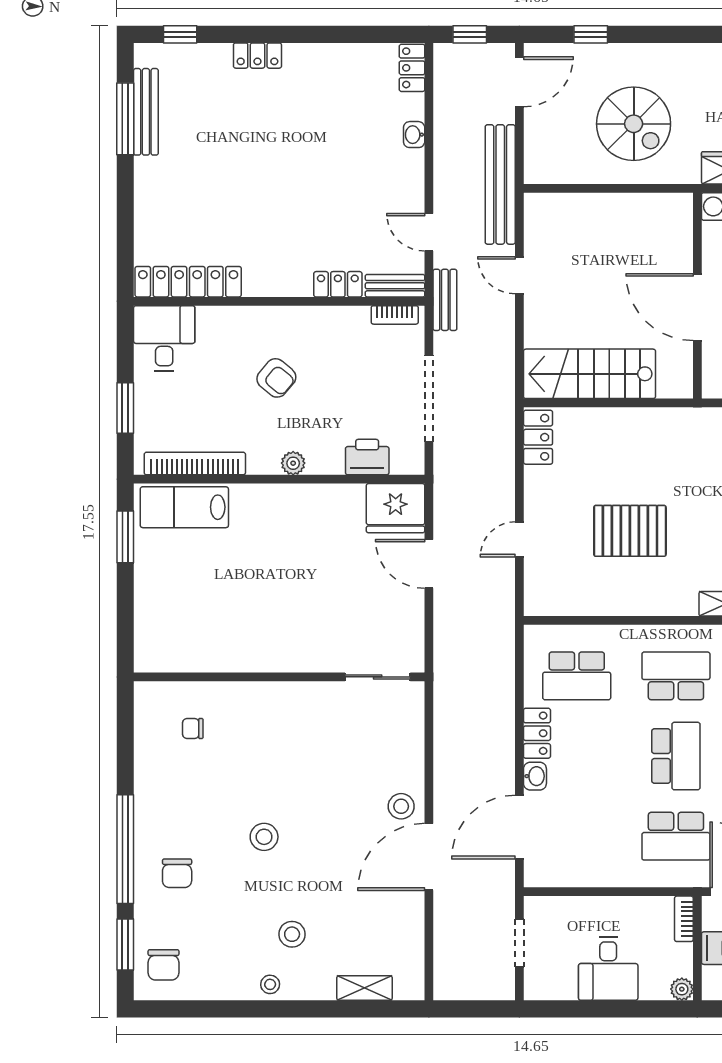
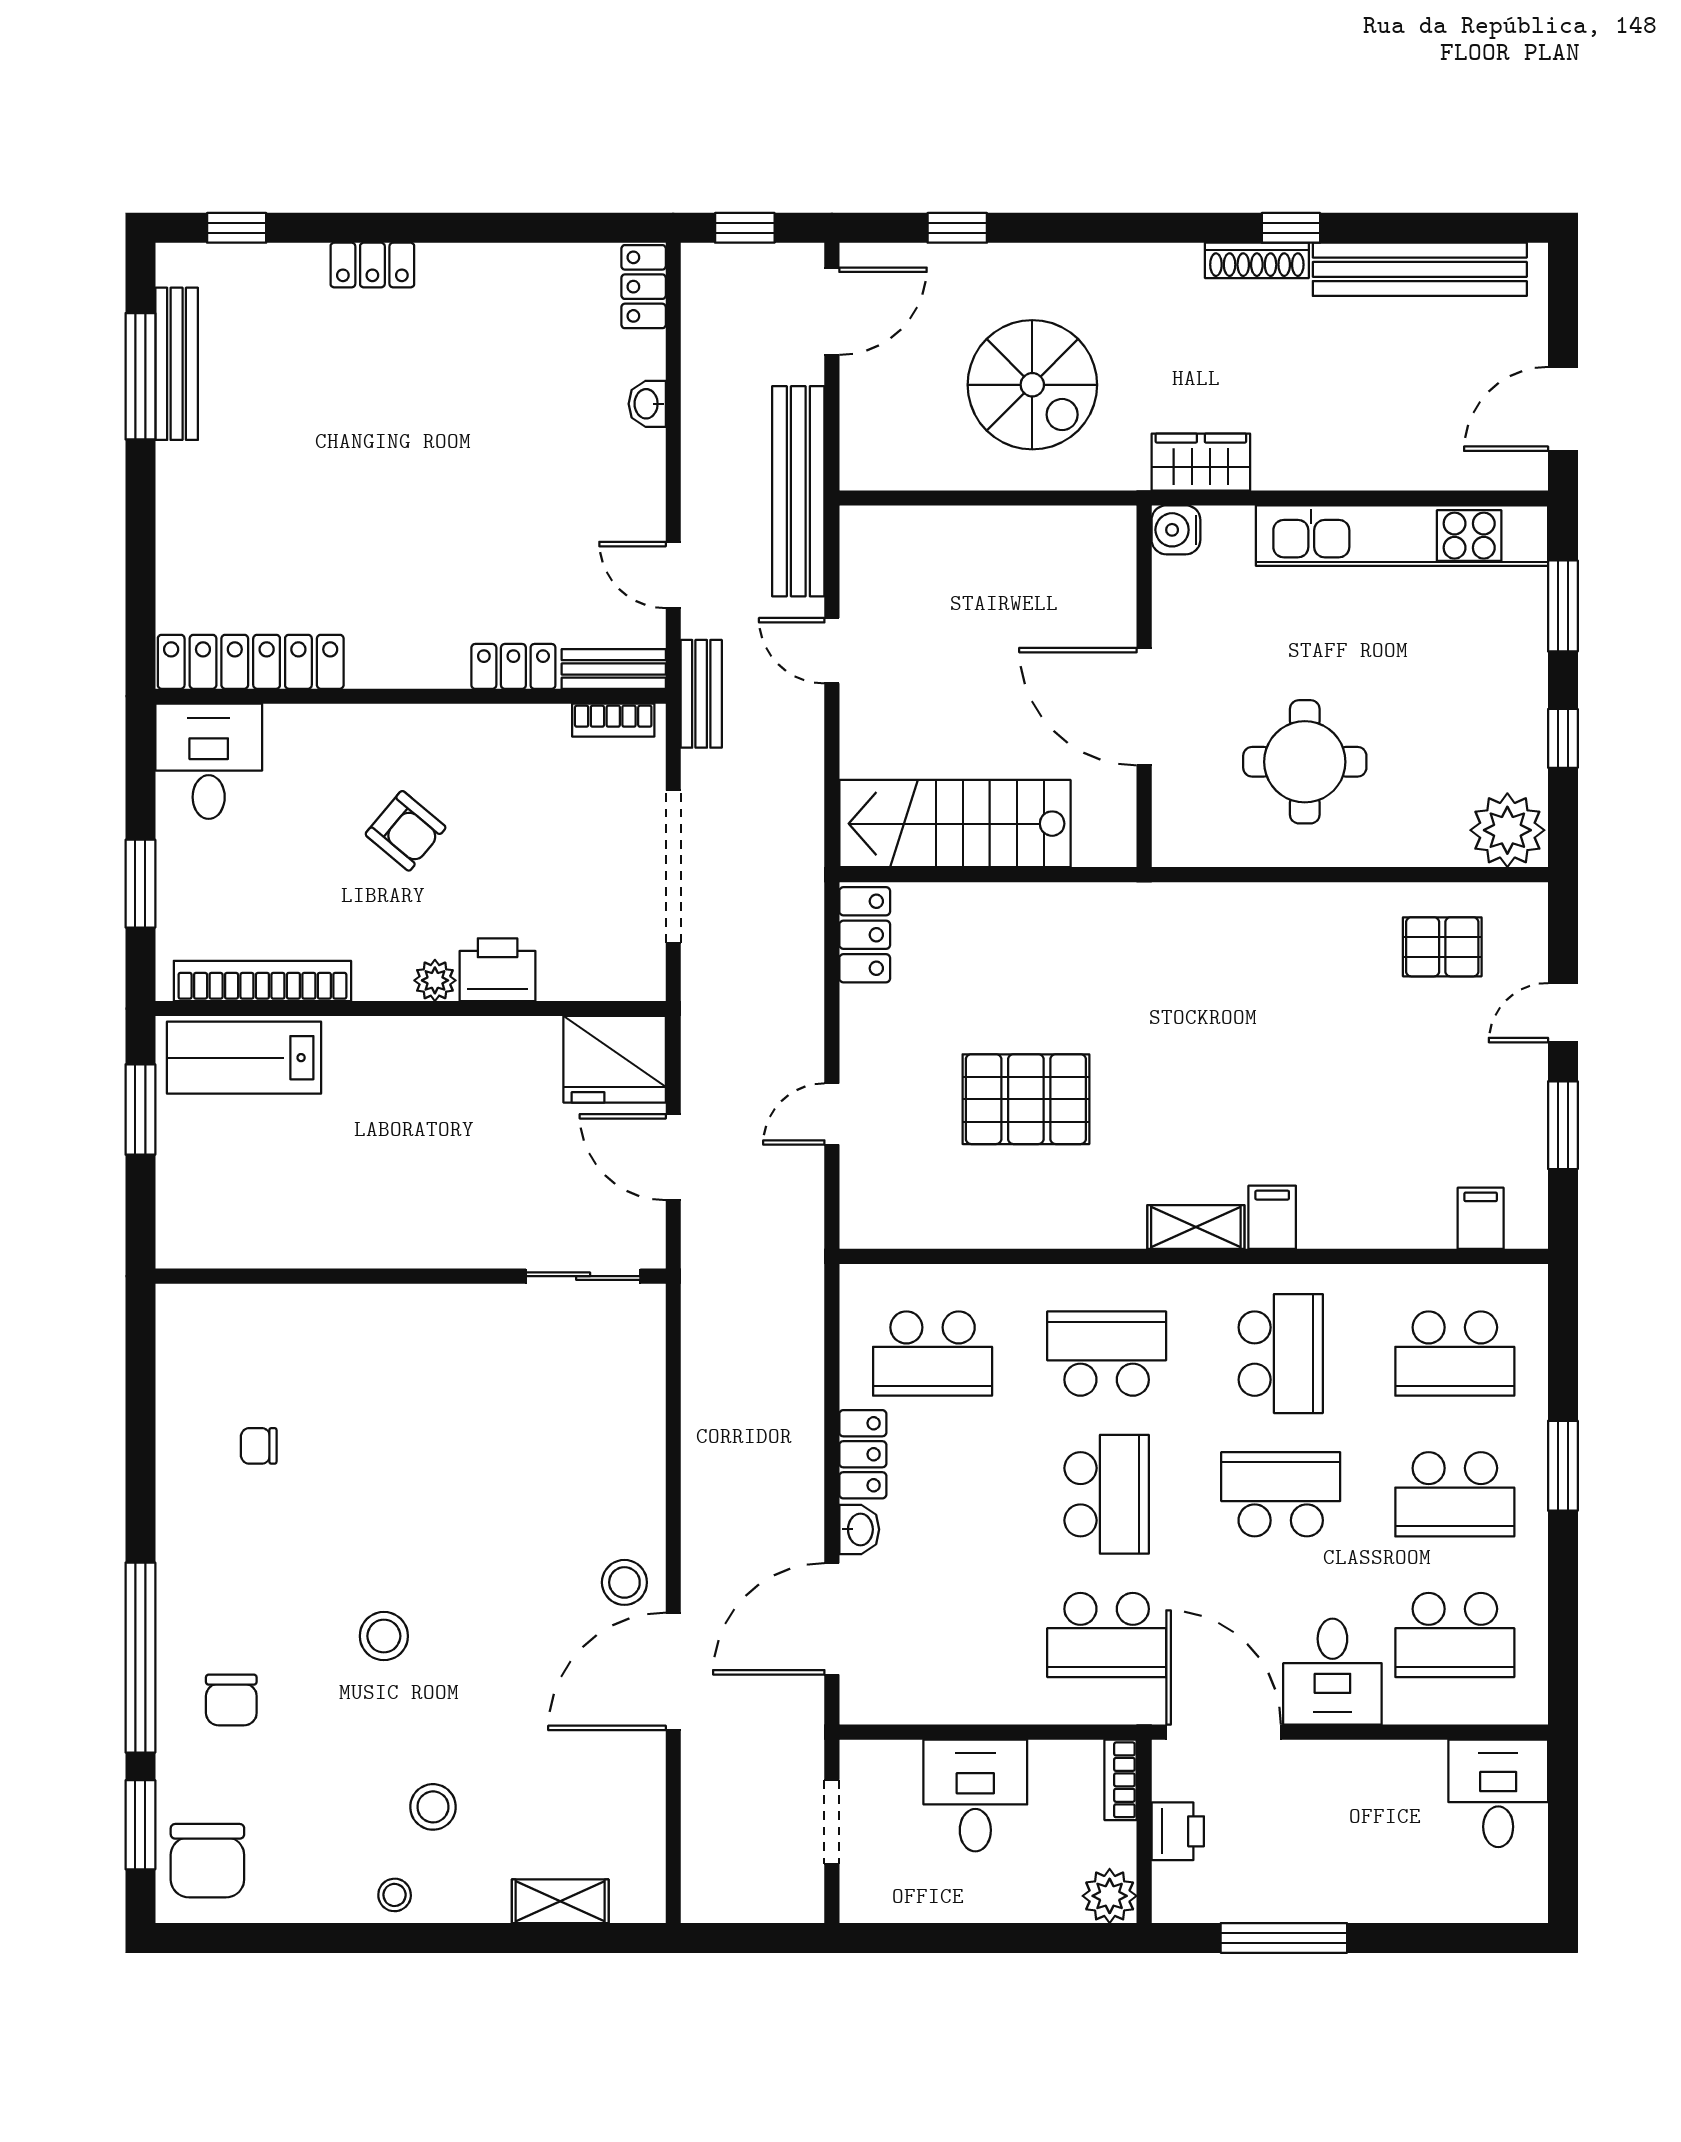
printer: (367, 457) -> (498, 970), moved
wall: (279, 677) -> (411, 1276), moved
sliding door: (378, 677) -> (583, 1276), moved
chair: (163, 965) -> (207, 1861), width x1.37, depth x1.37
desk: (608, 969) -> (975, 1796), moved, turned 180
plant: (682, 989) -> (1110, 1896), width x1.38, depth x1.38

